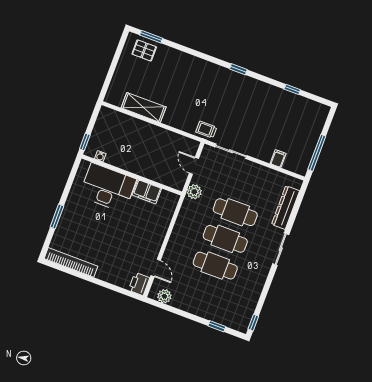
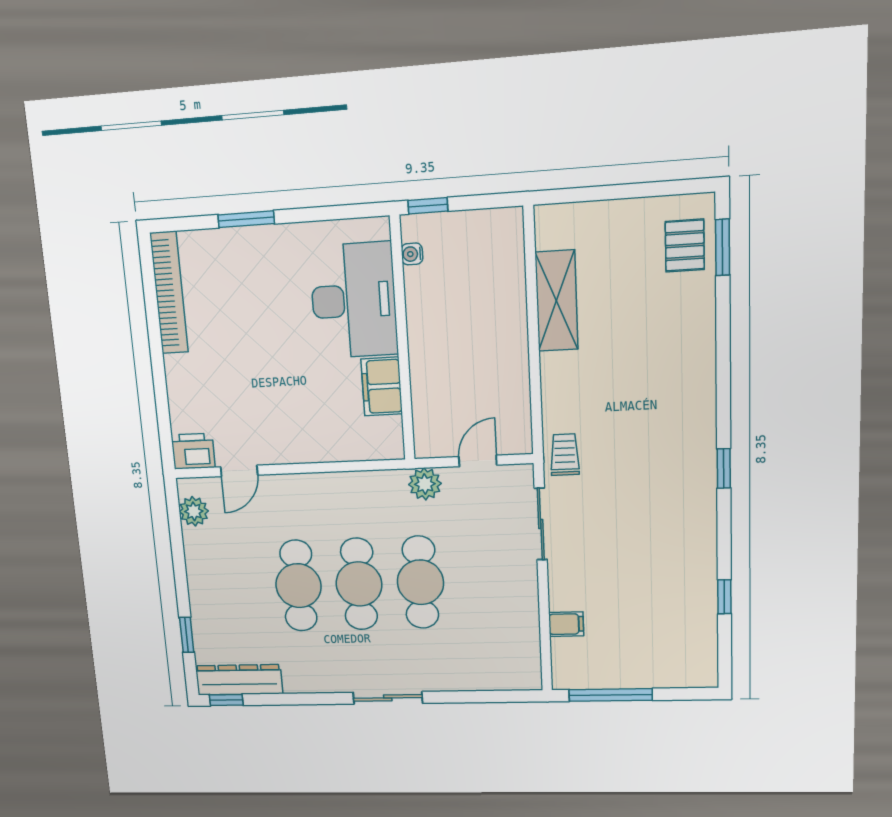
dresser: (286, 208) -> (239, 680), moved

